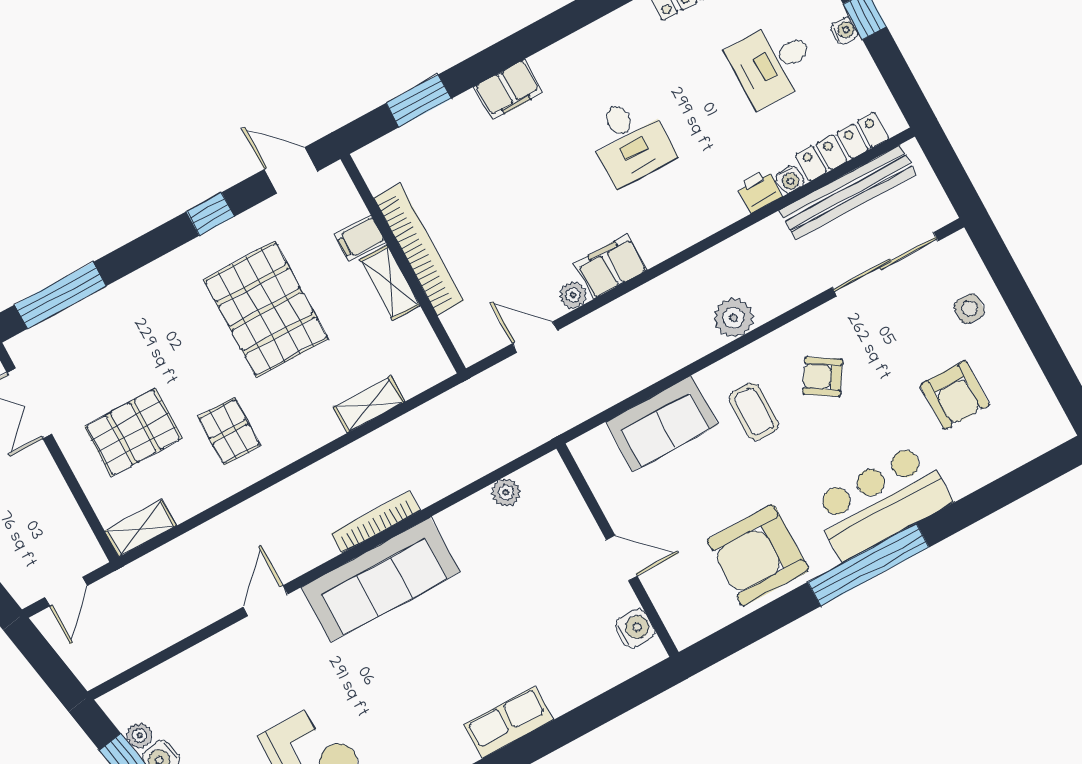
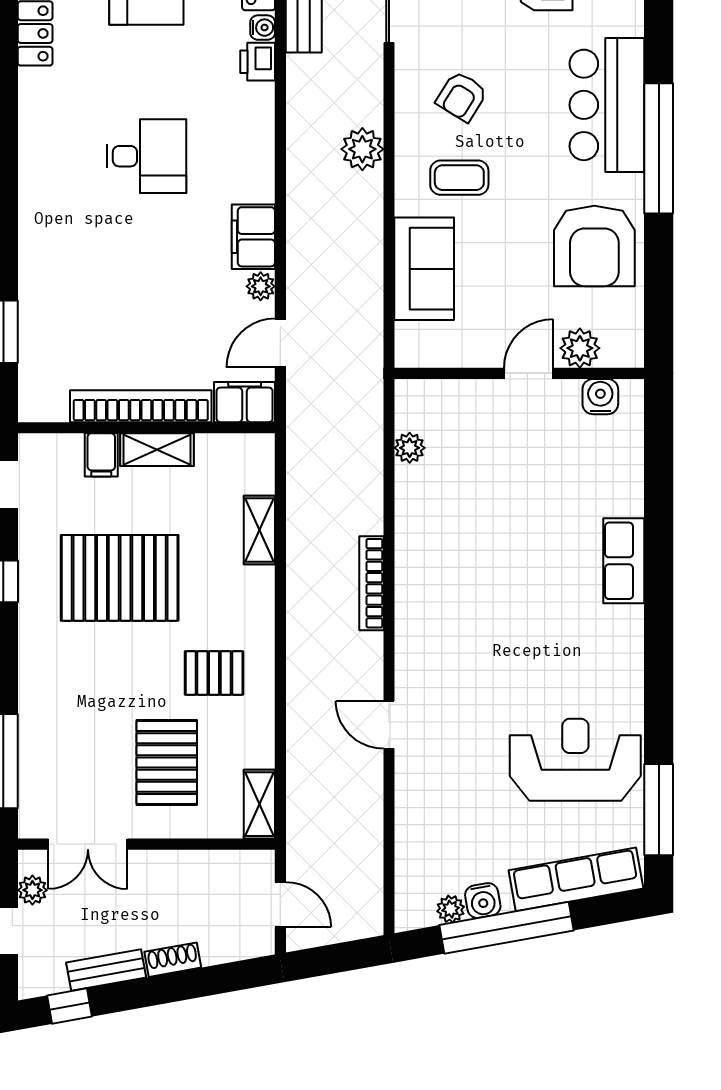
filing cabinet: (508, 90) -> (245, 402), moved, turned -90
sofa: (380, 580) -> (427, 608), removed
plant: (666, 589) -> (580, 348), added

